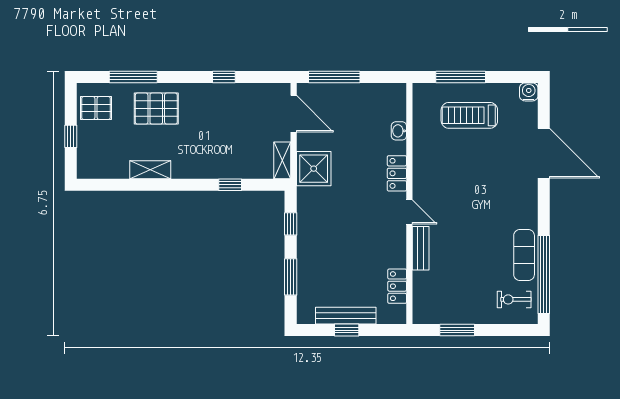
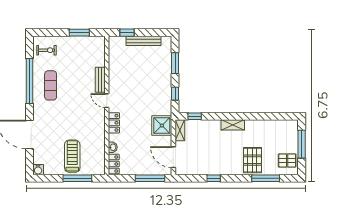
pallet: (156, 109) -> (252, 160), turned 90
treadmill: (469, 115) -> (72, 156), turned -90
window: (71, 136) -> (302, 144), width x2.17
shelving: (150, 170) -> (233, 125), moved
window: (230, 185) -> (195, 116), moved
exercise mat: (524, 255) -> (51, 85), moved
window: (544, 275) -> (29, 81), moved
locker: (397, 286) -> (114, 164), moved
window: (347, 330) -> (127, 33), moved

